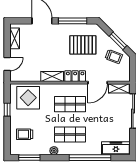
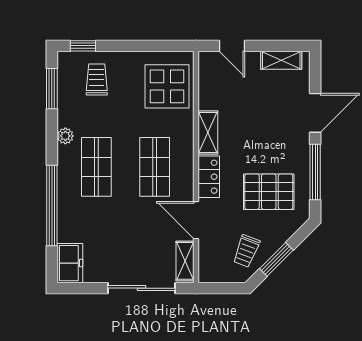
pallet: (83, 45) -> (269, 192), turned 90
window: (7, 110) -> (83, 46), moved
freezer: (116, 148) -> (70, 263), width x0.71

